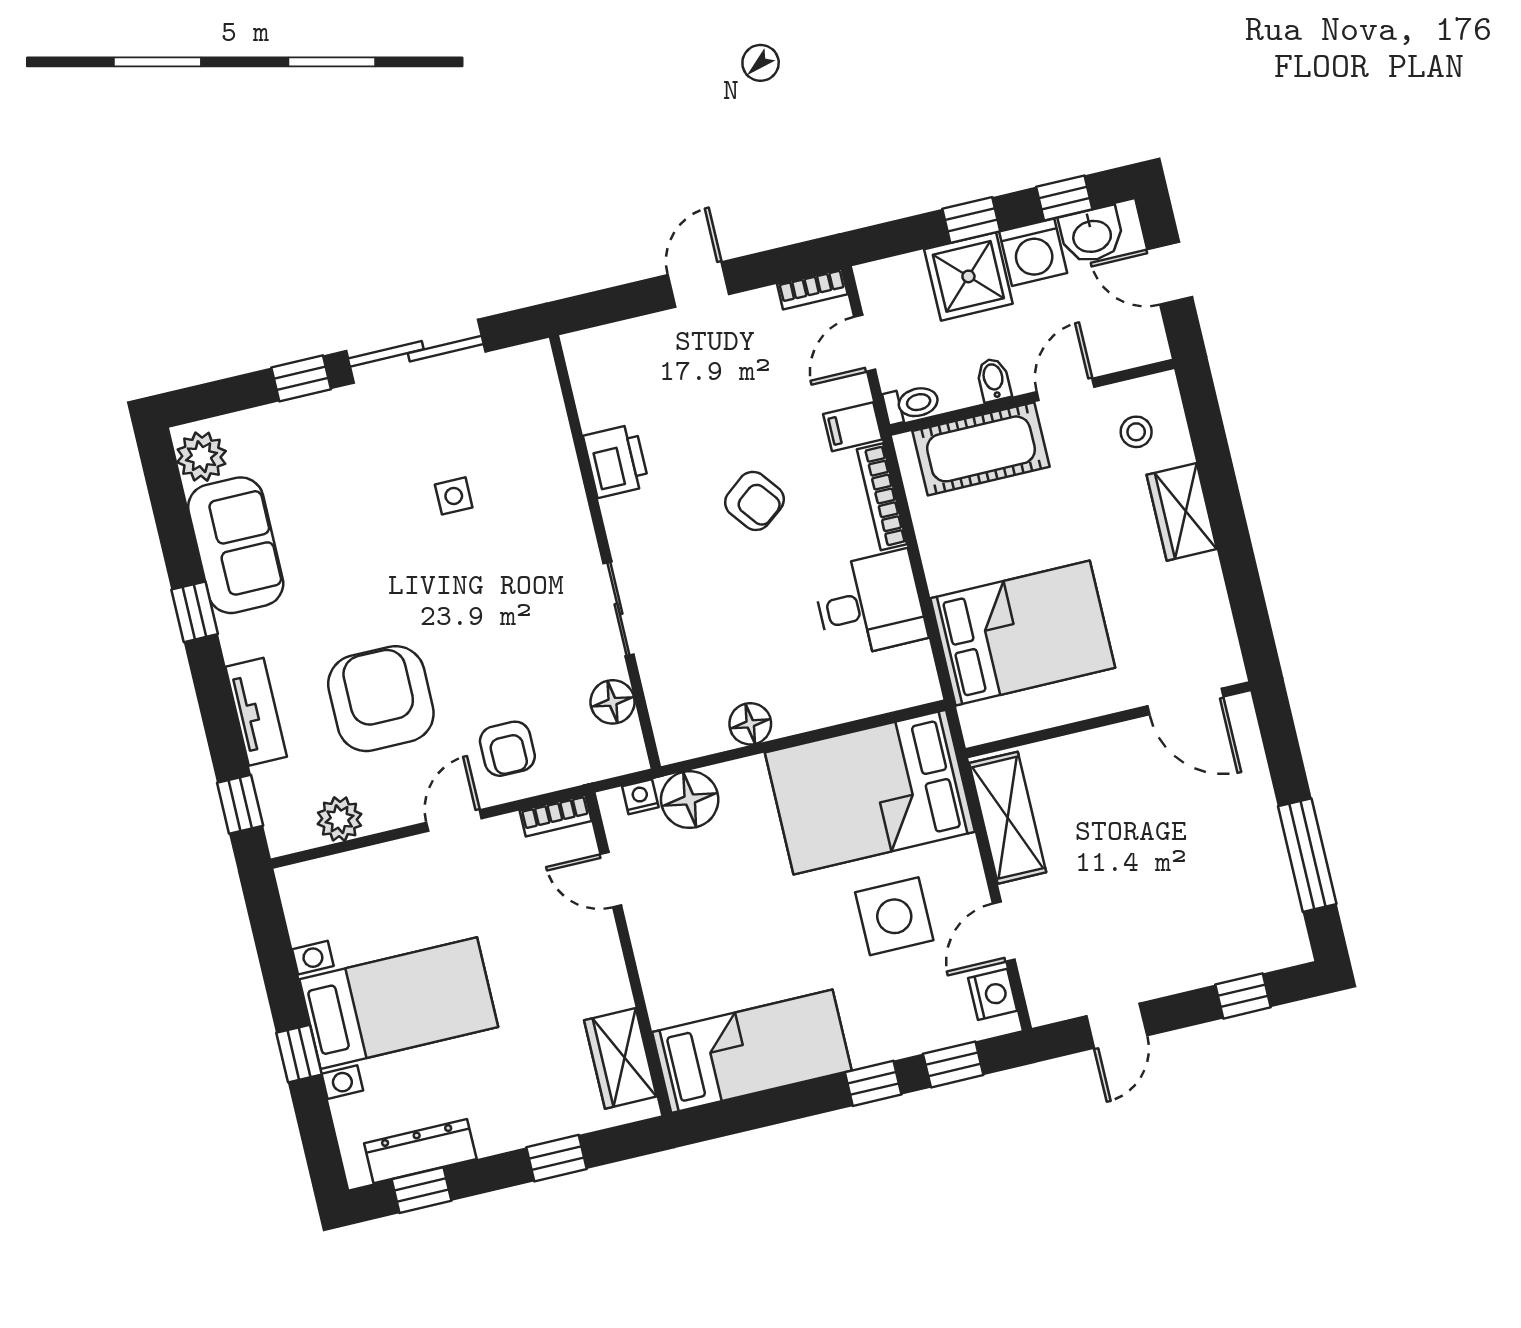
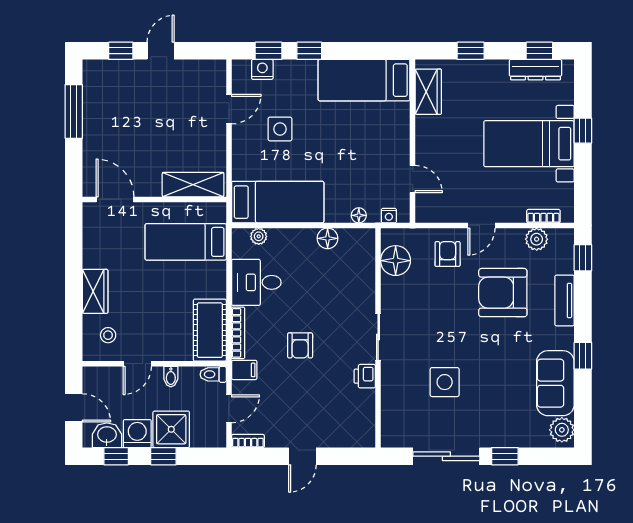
cot: (981, 449) -> (210, 330), moved, turned 90
printer: (616, 461) -> (365, 376), width x0.73, depth x0.81
side table: (454, 496) -> (445, 382), width x1.87, depth x1.87
armchair: (754, 501) -> (300, 345), turned -142
sliding door: (618, 609) -> (378, 337), moved
bed: (1023, 633) -> (186, 242), width x0.67
plant: (886, 696) -> (259, 236), added
armchair: (381, 699) -> (503, 293), turned 90
floor lamp: (613, 702) -> (396, 261), width x1.38, depth x1.38
bed: (870, 792) -> (278, 202), width x0.67
floor lamp: (690, 800) -> (359, 215), width x0.53, depth x0.53
bookcase: (556, 816) -> (543, 216), moved
shelving: (1008, 818) -> (193, 185), moved, turned 90
side table: (894, 916) -> (280, 129), width x0.73, depth x0.73
nightstand: (993, 994) -> (262, 69), moved, turned 90
door: (1117, 1026) -> (161, 51), moved

